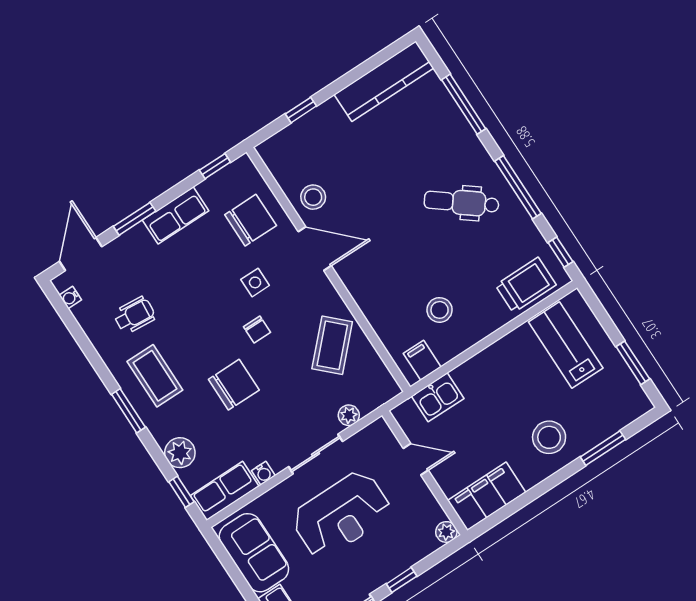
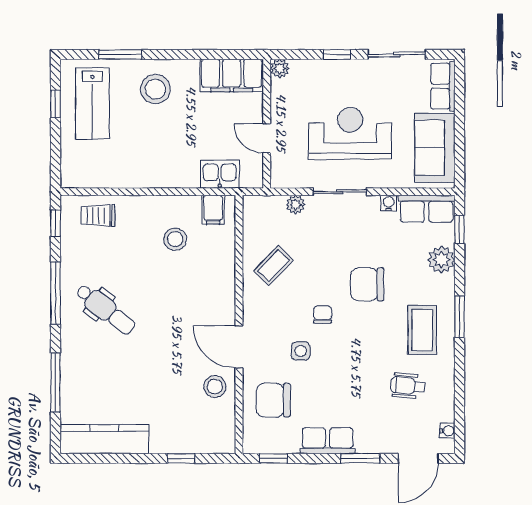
trolley: (526, 285) -> (98, 216), width x0.73, depth x0.72
coffee table: (332, 345) -> (274, 265), width x0.73, depth x0.77
lab bench: (566, 345) -> (92, 103), moved
window: (633, 363) -> (56, 104), width x0.67

